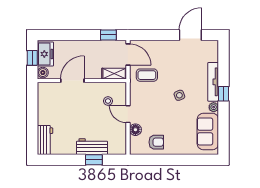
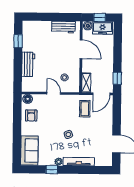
window: (224, 94) -> (52, 170), moved
door: (128, 114) -> (54, 93), hinge flipped
floor lamp: (135, 130) -> (28, 99), moved
sofa: (208, 131) -> (29, 150), moved, turned 90
workbench: (45, 140) -> (63, 27), moved
window: (94, 160) -> (18, 41), moved

